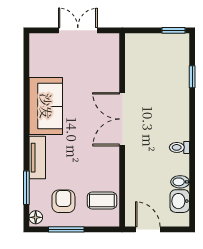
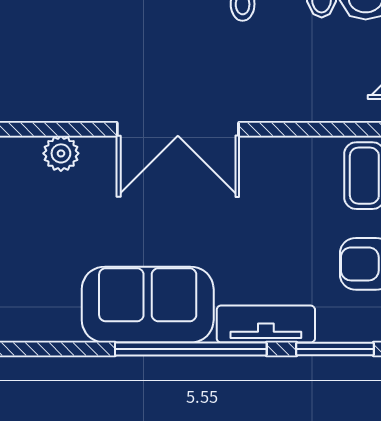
plant: (112, 68) -> (61, 153), added
window: (26, 125) -> (191, 349), added

